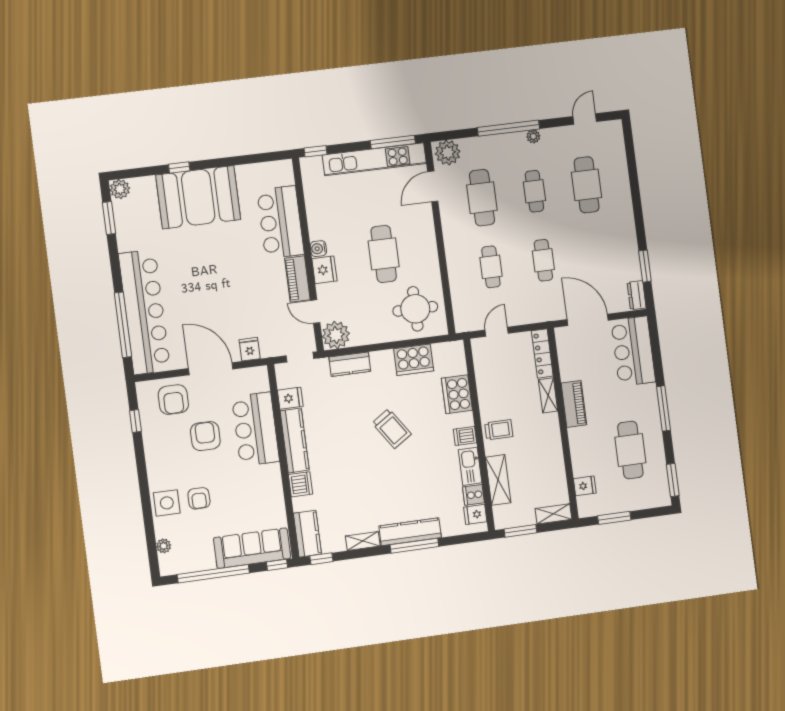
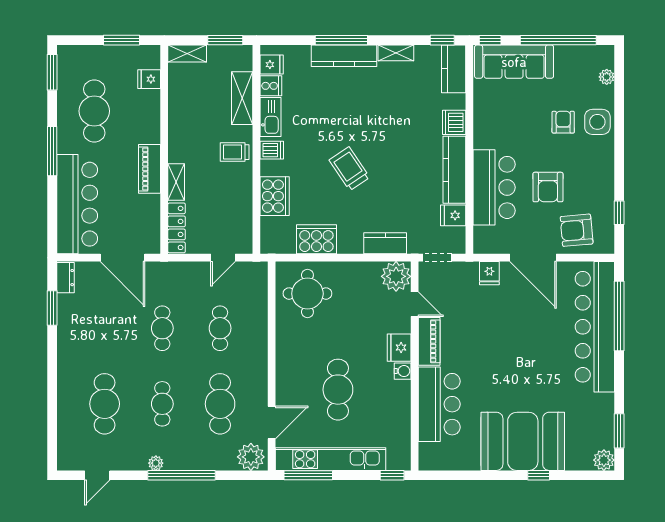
cafe table: (384, 254) -> (338, 390), moved
bar counter: (633, 351) -> (77, 204), width x1.36
armchair: (173, 400) -> (577, 230), turned -95

